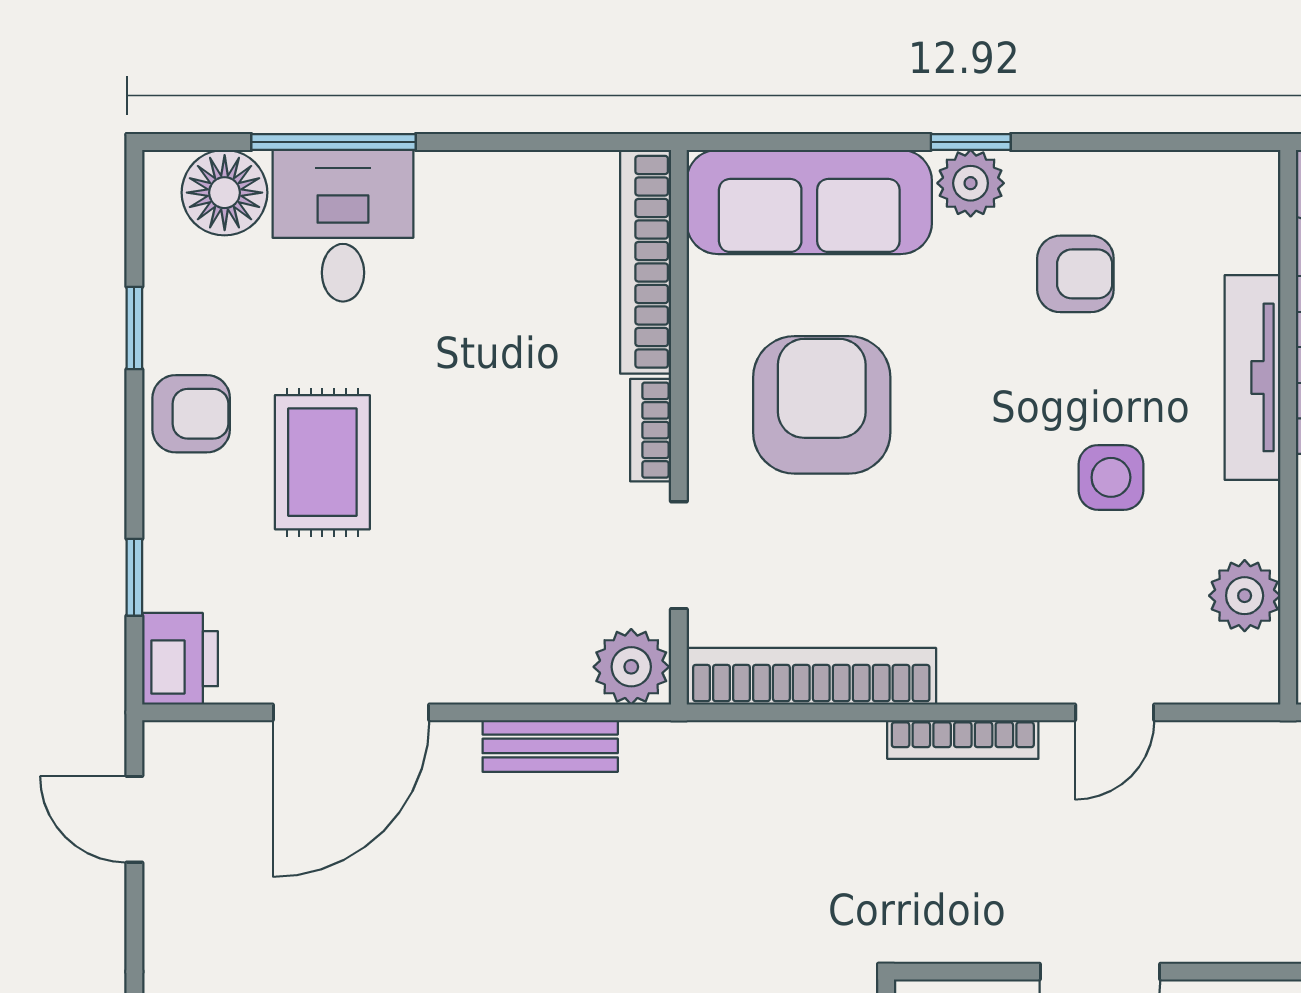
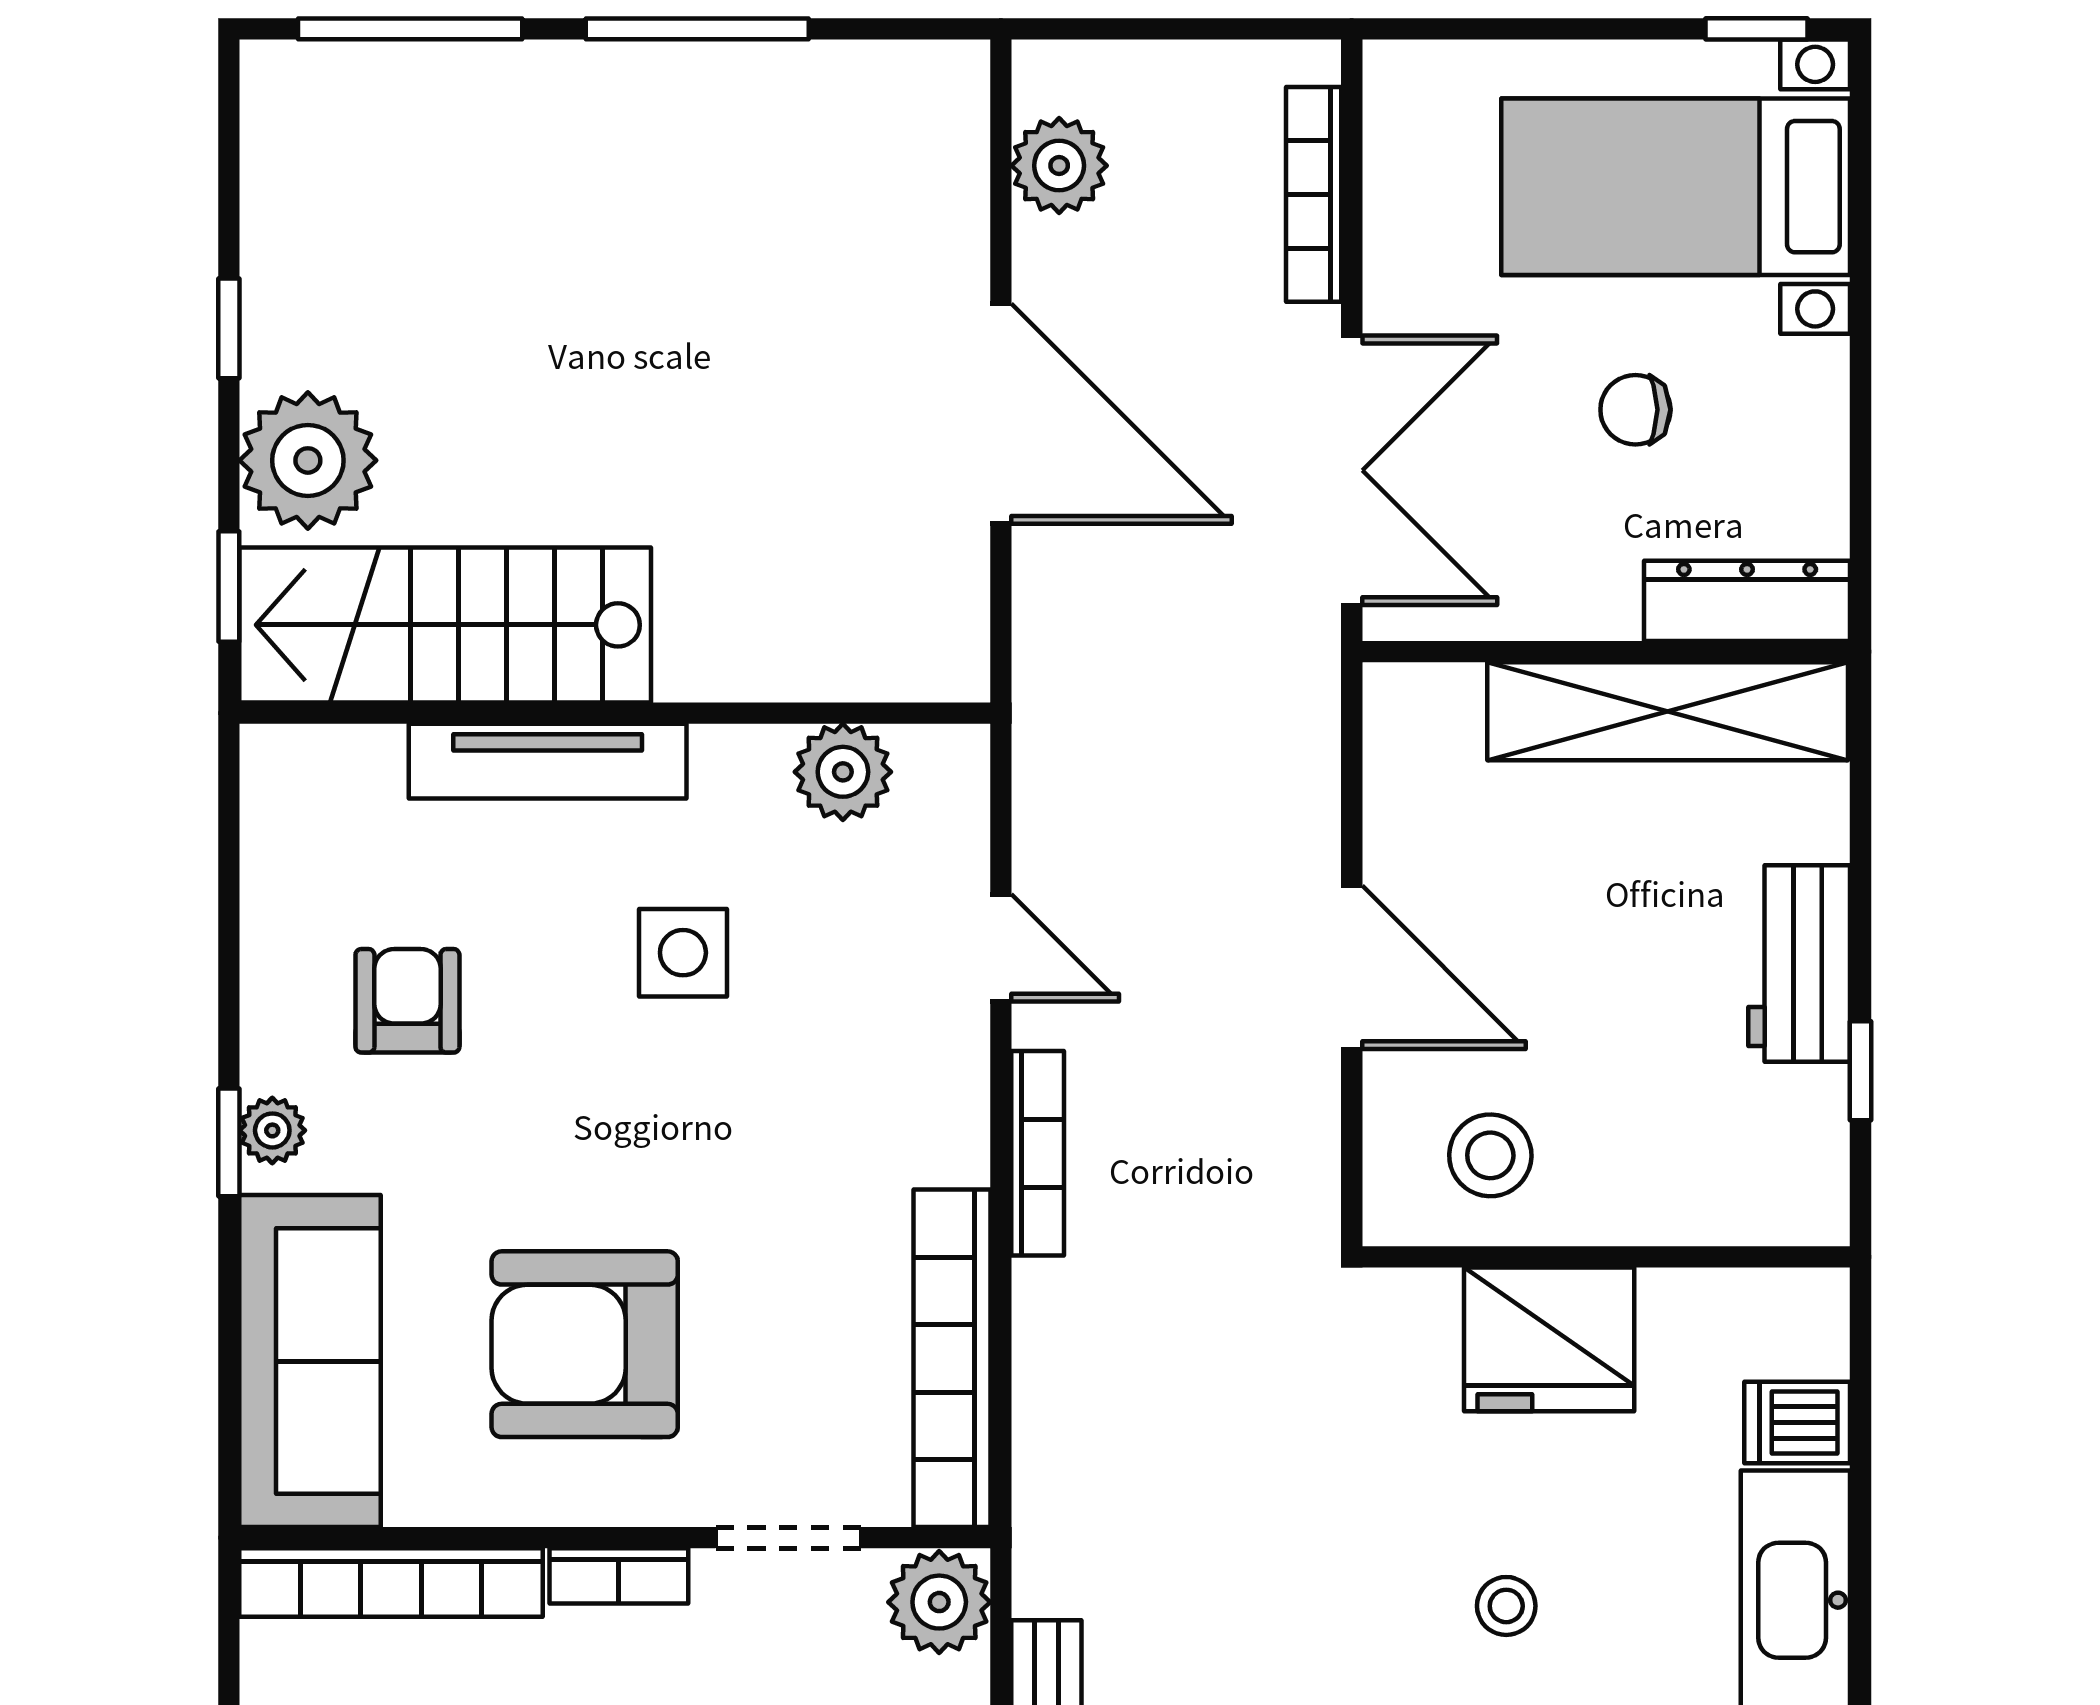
plant: (971, 183) -> (272, 1130), width x0.73, depth x0.73

